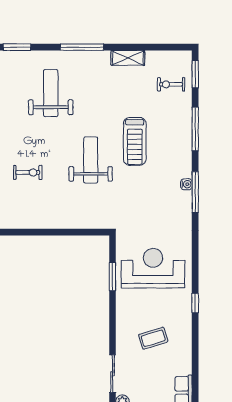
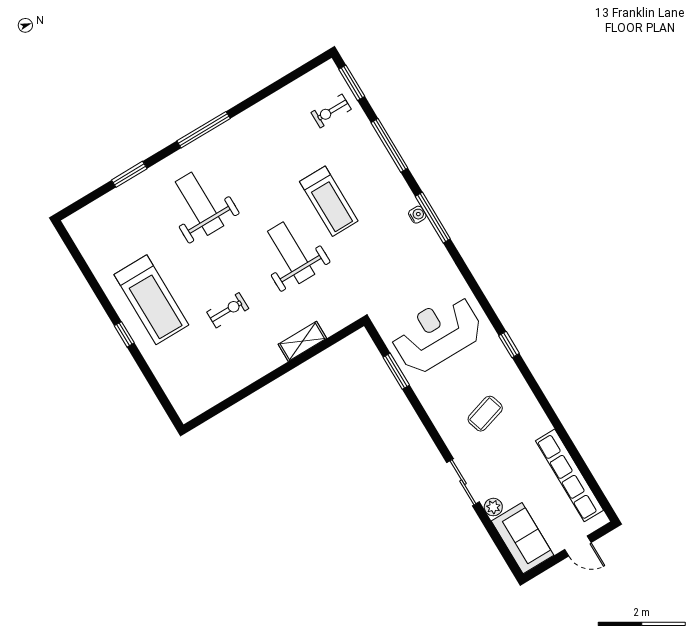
shelving: (128, 58) -> (302, 341), moved

